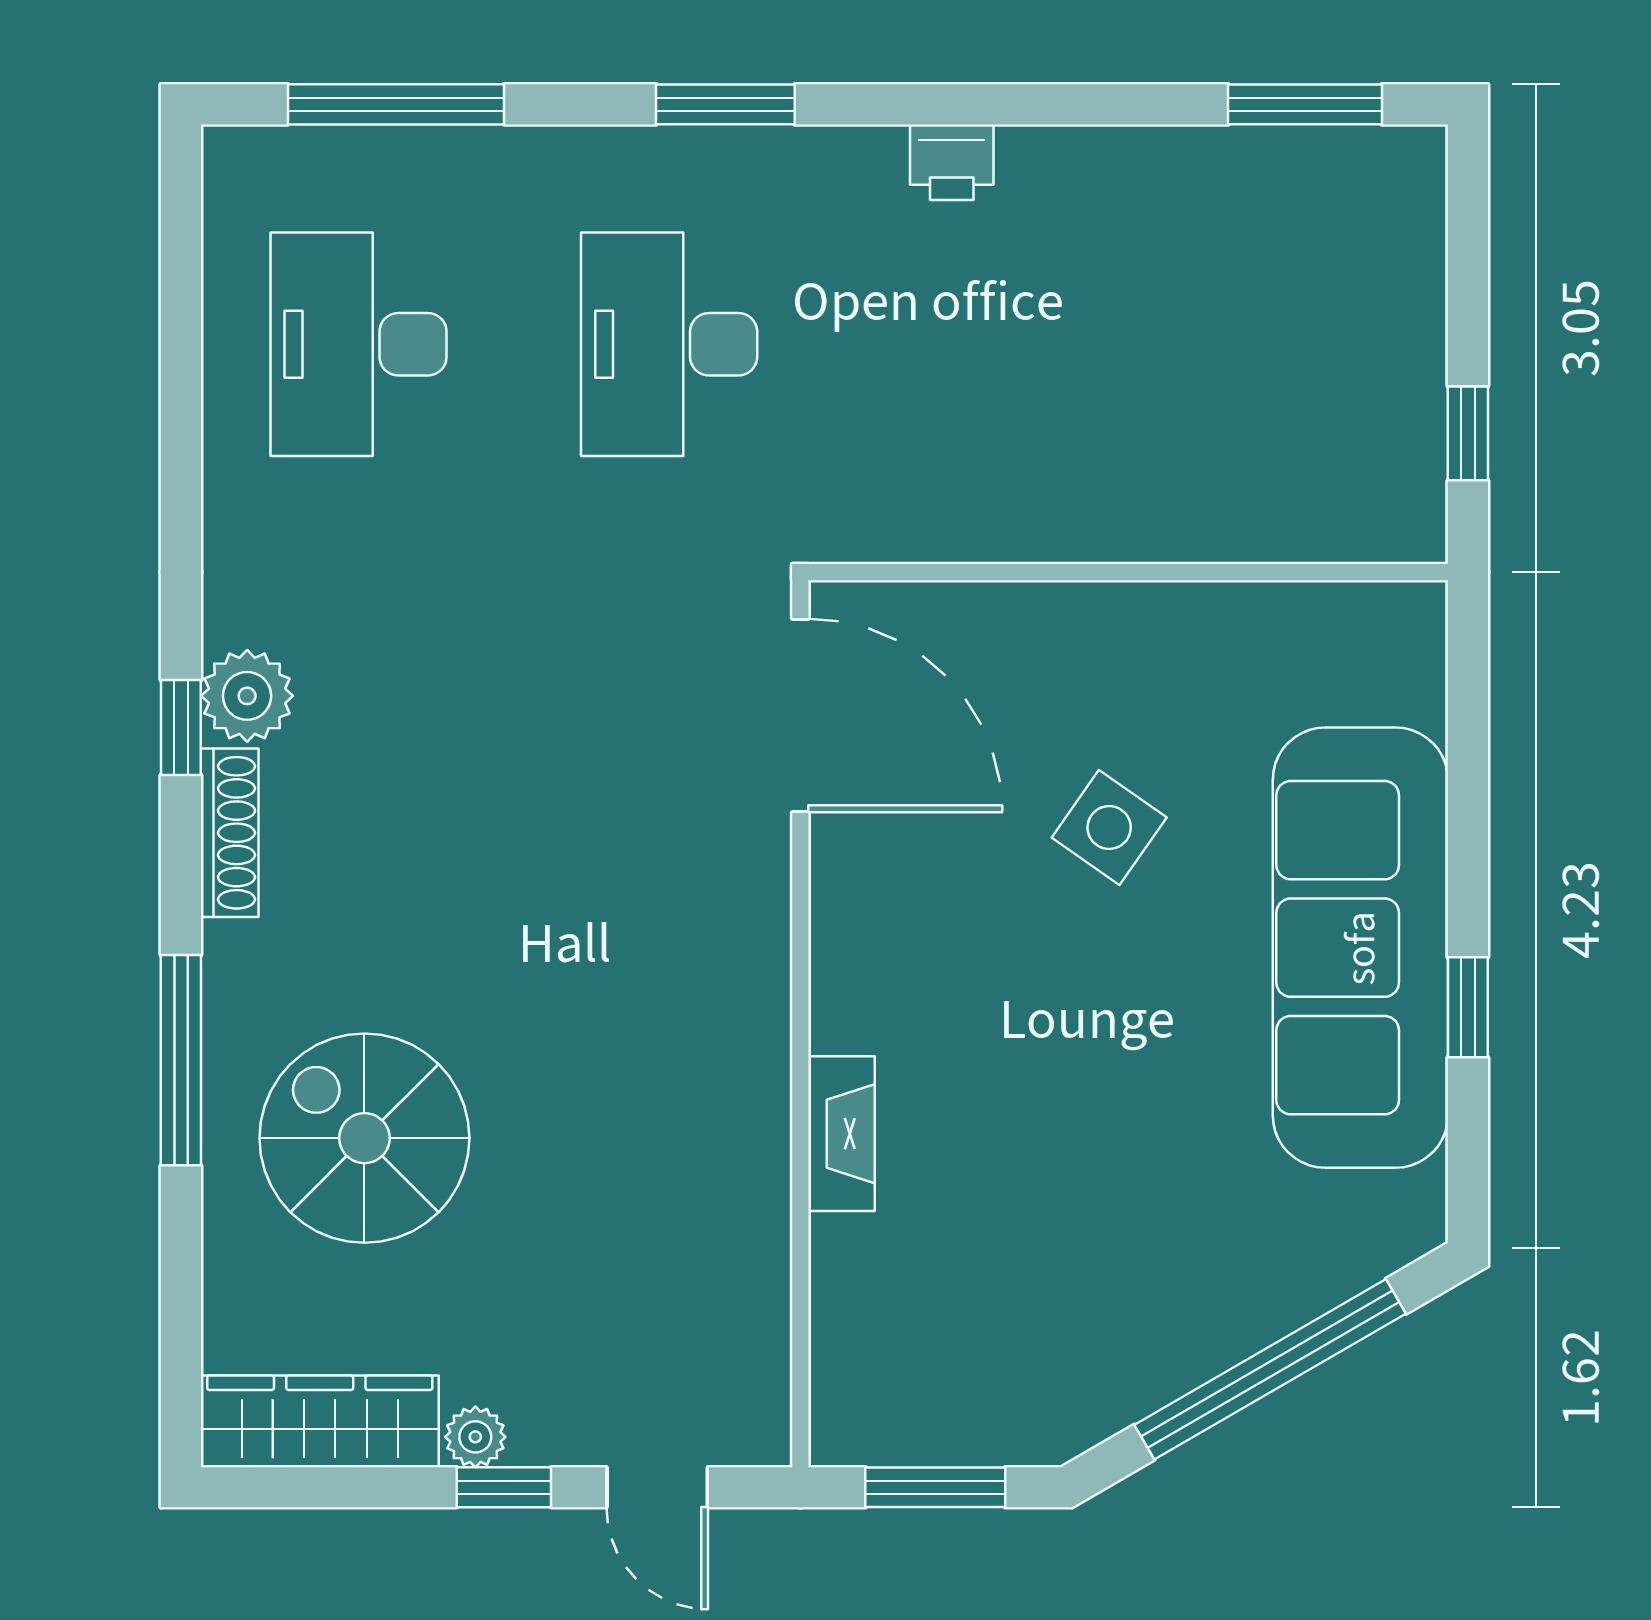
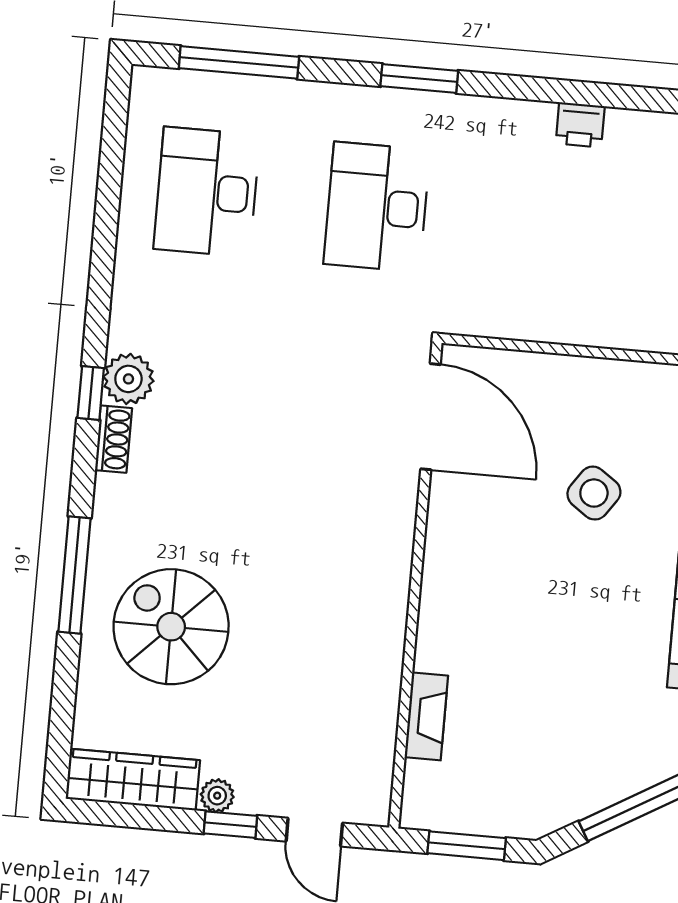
printer: (952, 162) -> (580, 125), moved
shoe rack: (230, 833) -> (113, 439), width x0.70
fireplace: (842, 1134) -> (426, 716), moved

